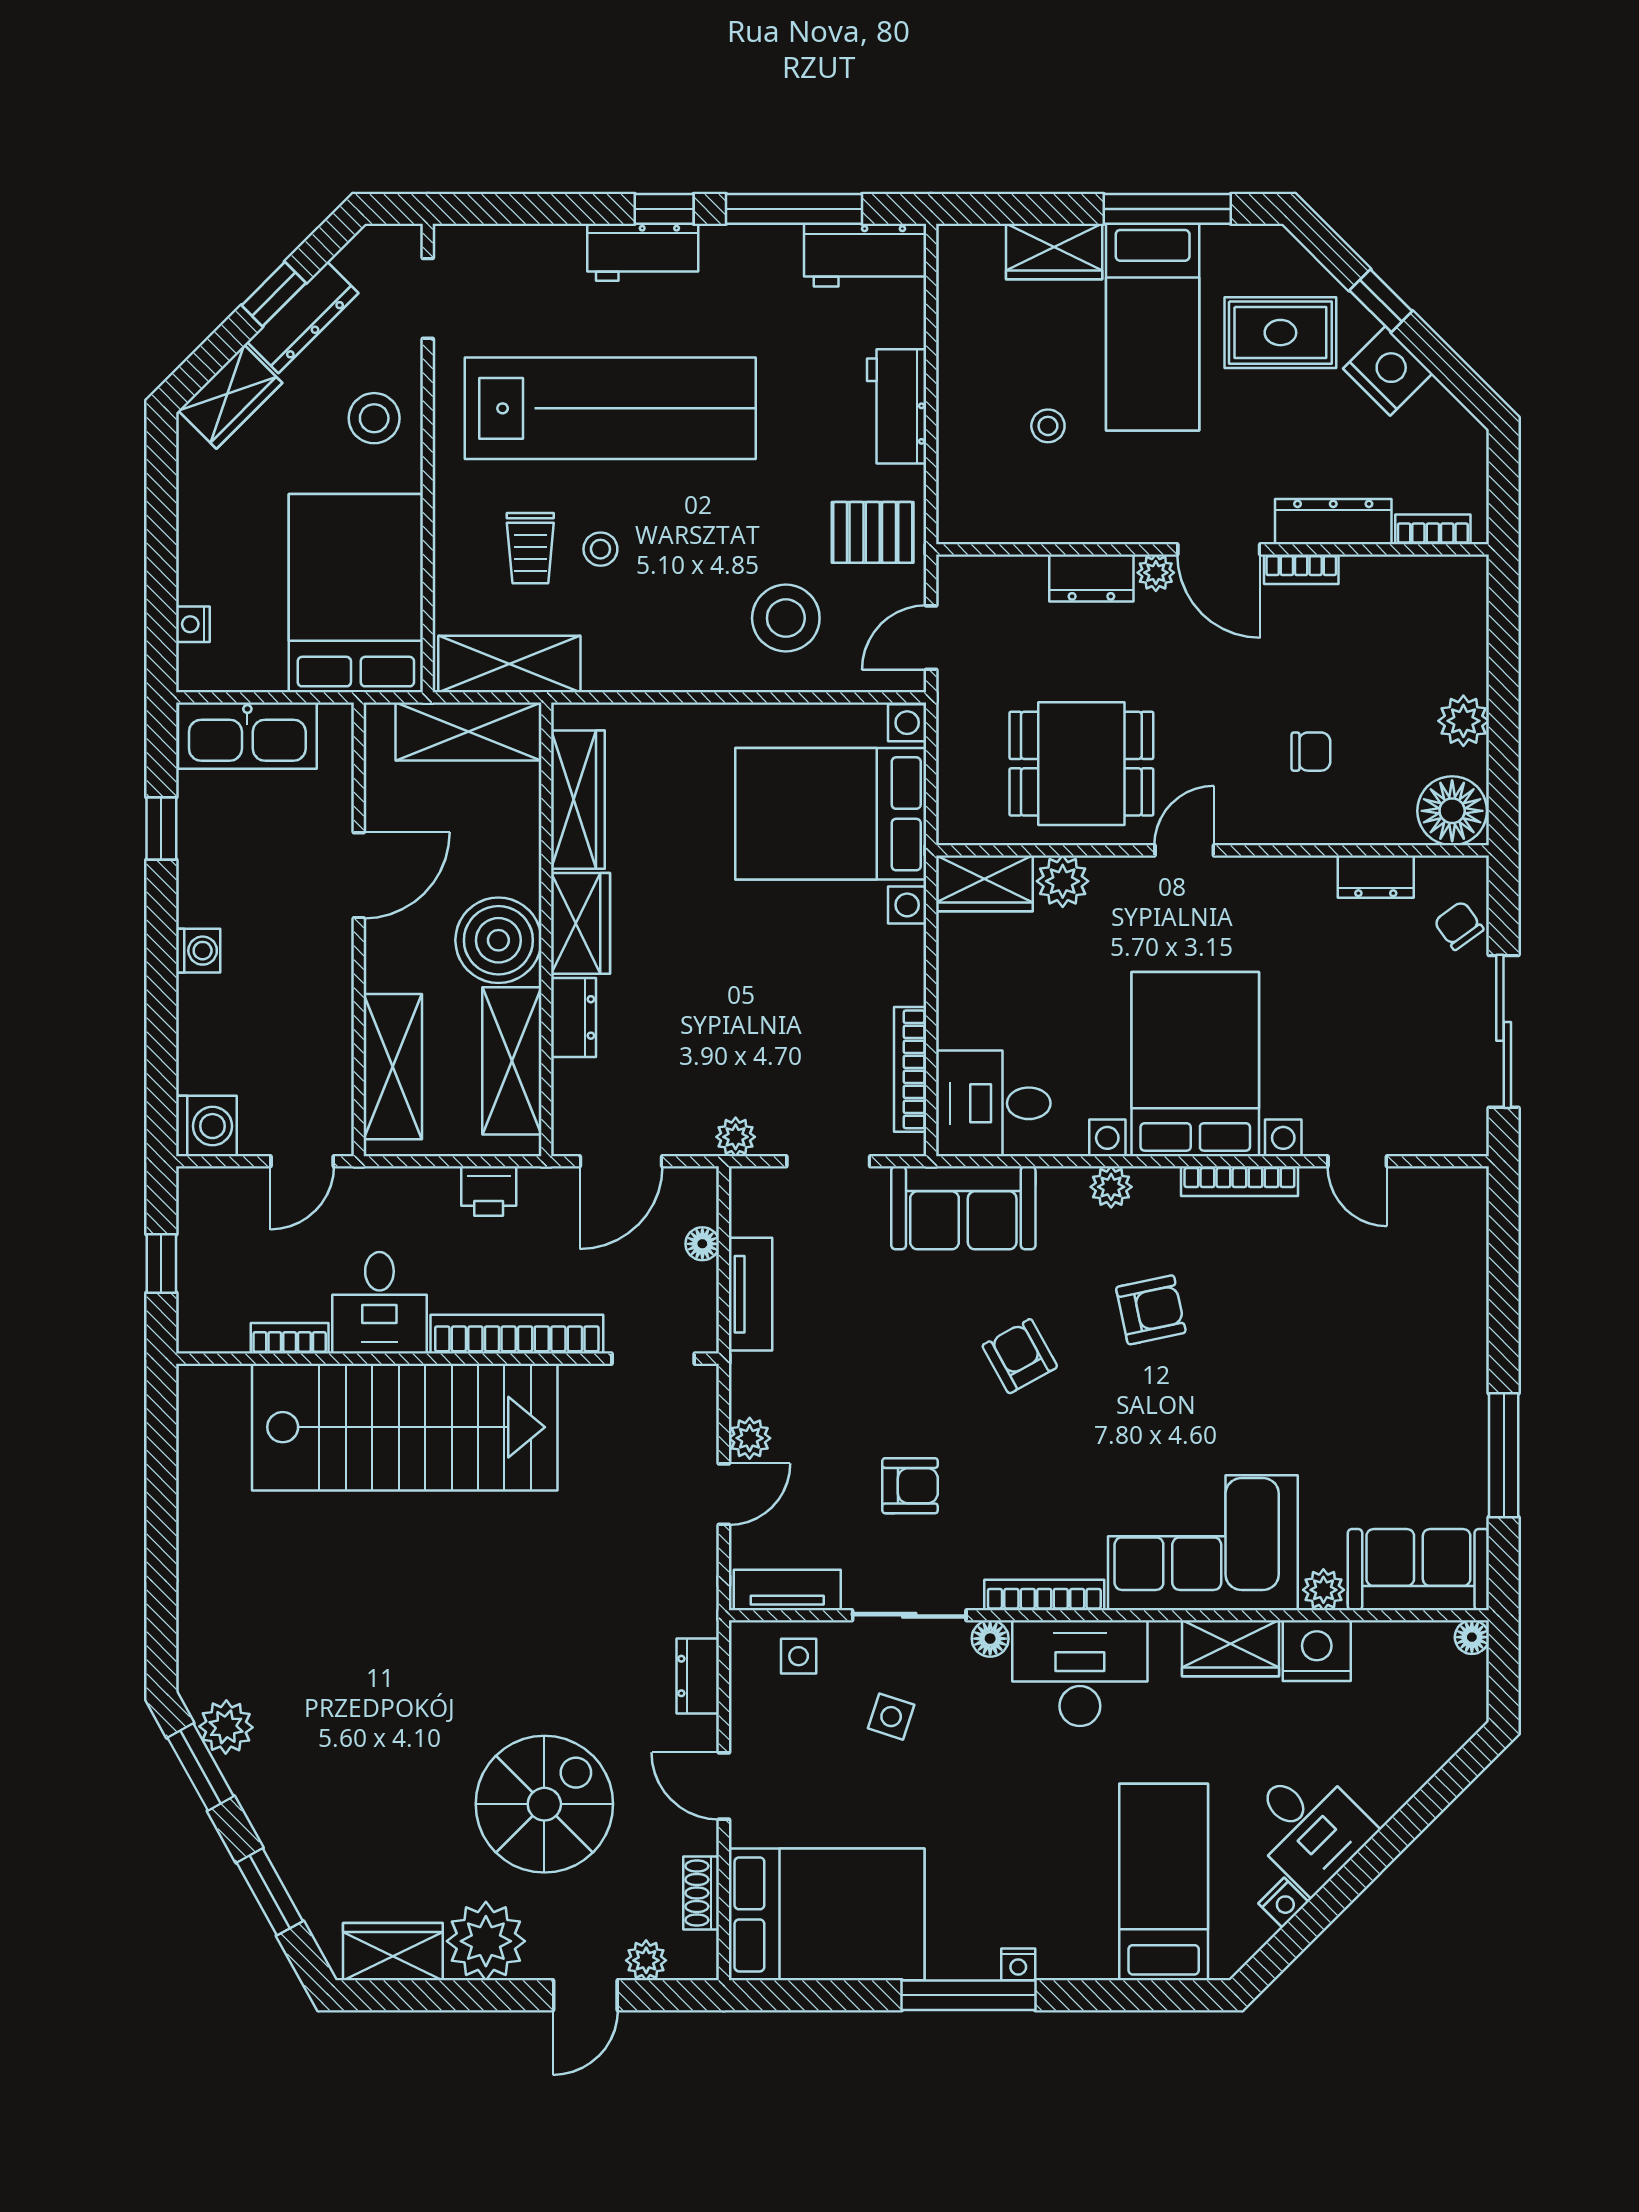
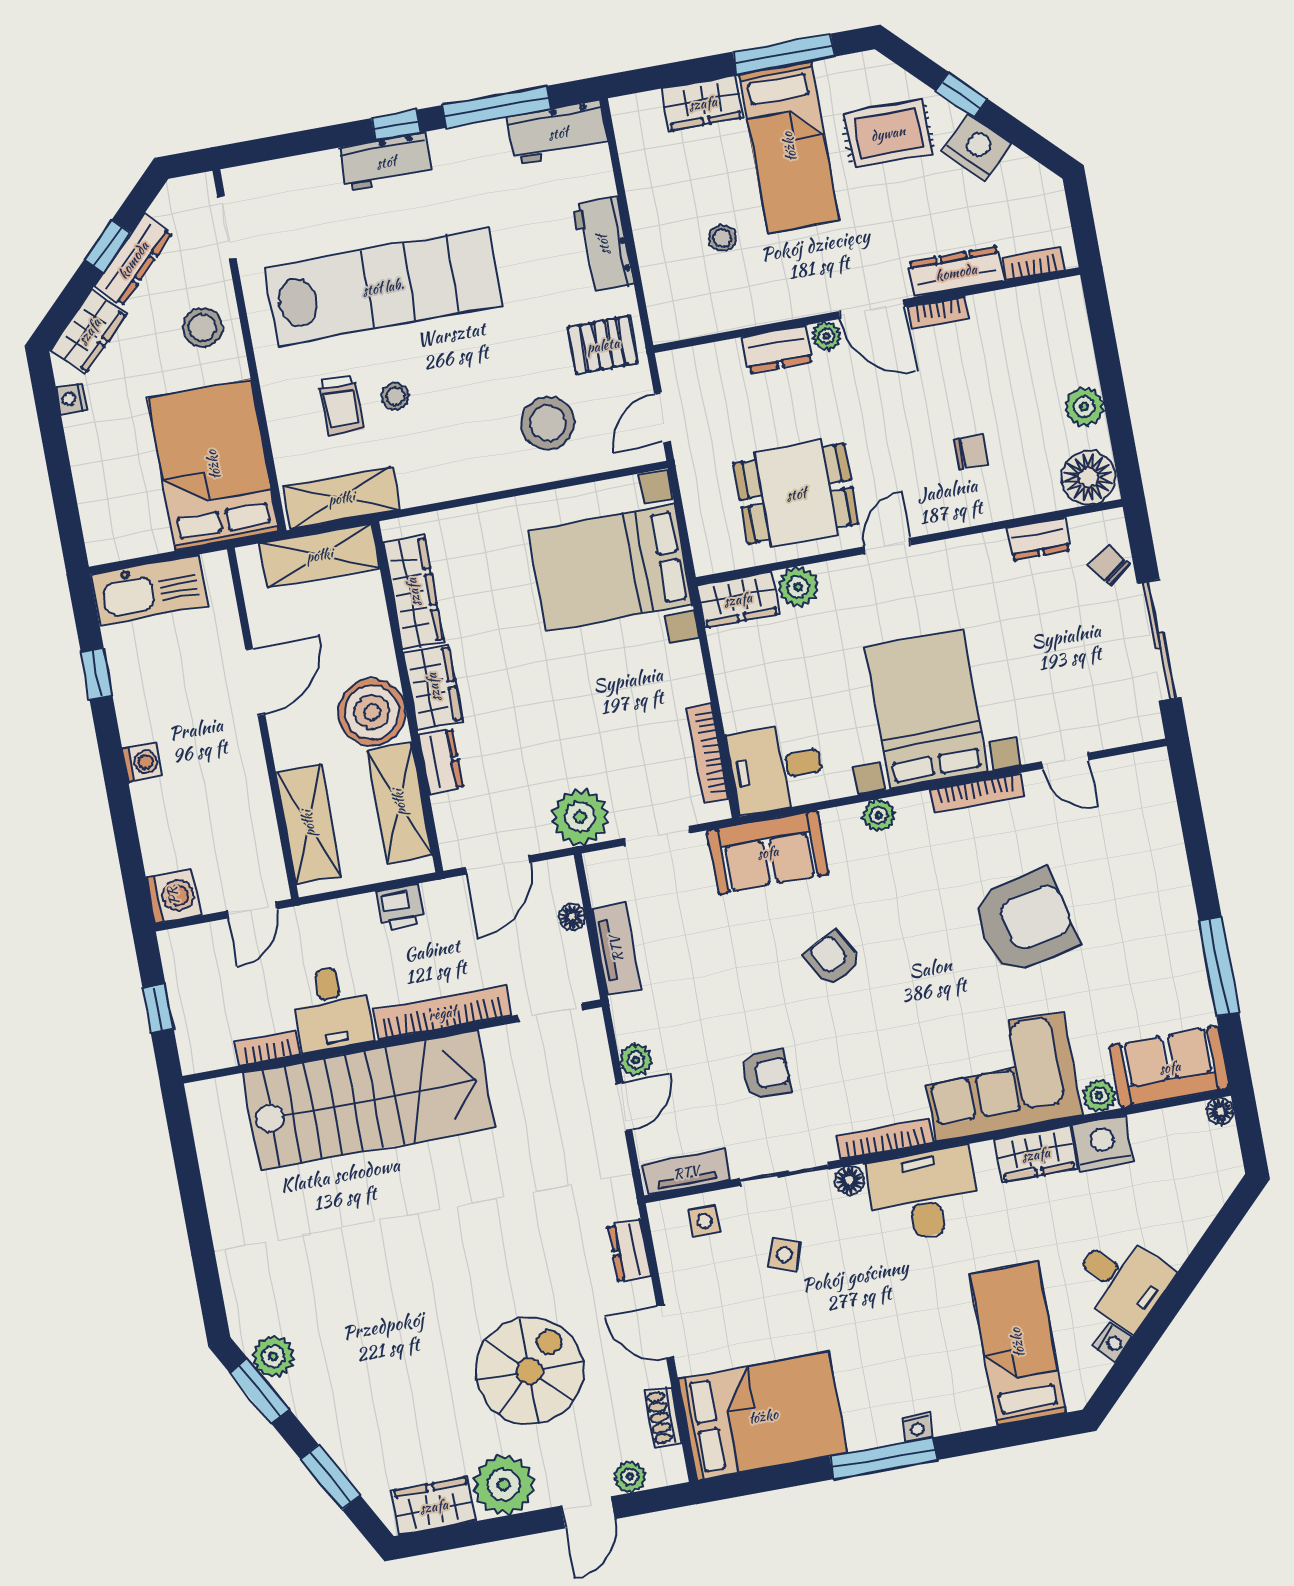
nightstand: (193, 624) -> (71, 398), moved
plant: (736, 1137) -> (580, 817), width x1.88, depth x1.88
armchair: (1151, 1310) -> (1024, 922), moved, width x1.88, depth x1.88

